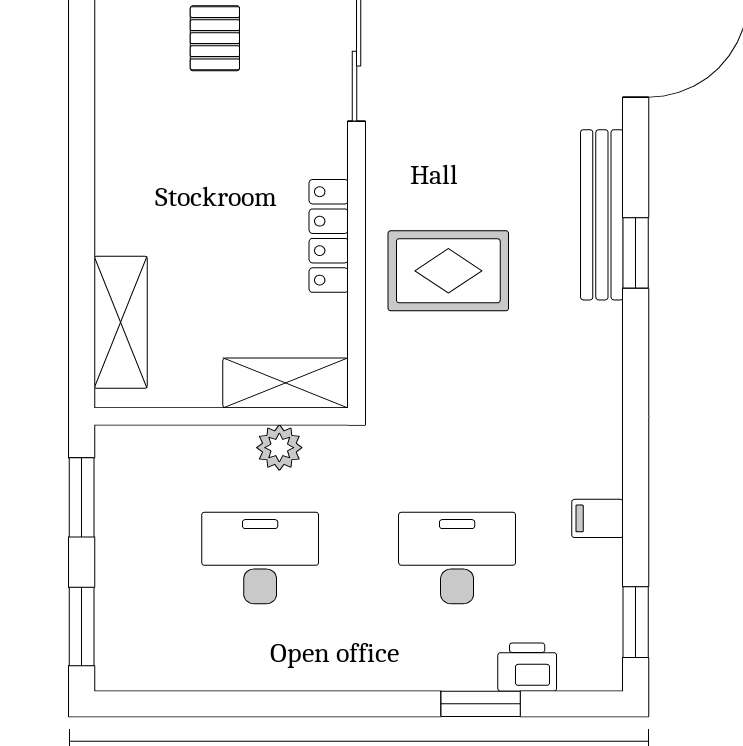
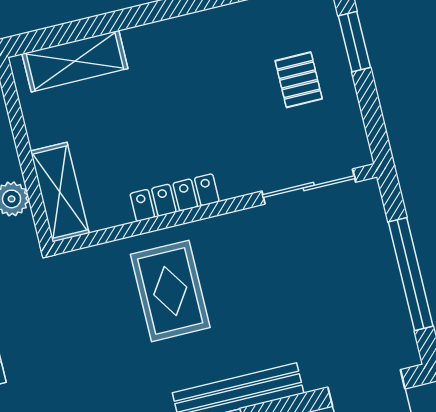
pallet: (215, 38) -> (299, 80), turned 90

